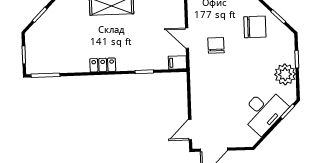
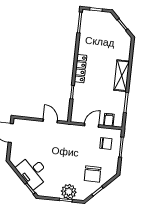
chair: (216, 45) -> (106, 143), moved
filing cabinet: (177, 63) -> (109, 120), moved
locker: (103, 65) -> (81, 69), width x1.53
plant: (285, 74) -> (69, 192), moved
door: (190, 130) -> (50, 121), moved

